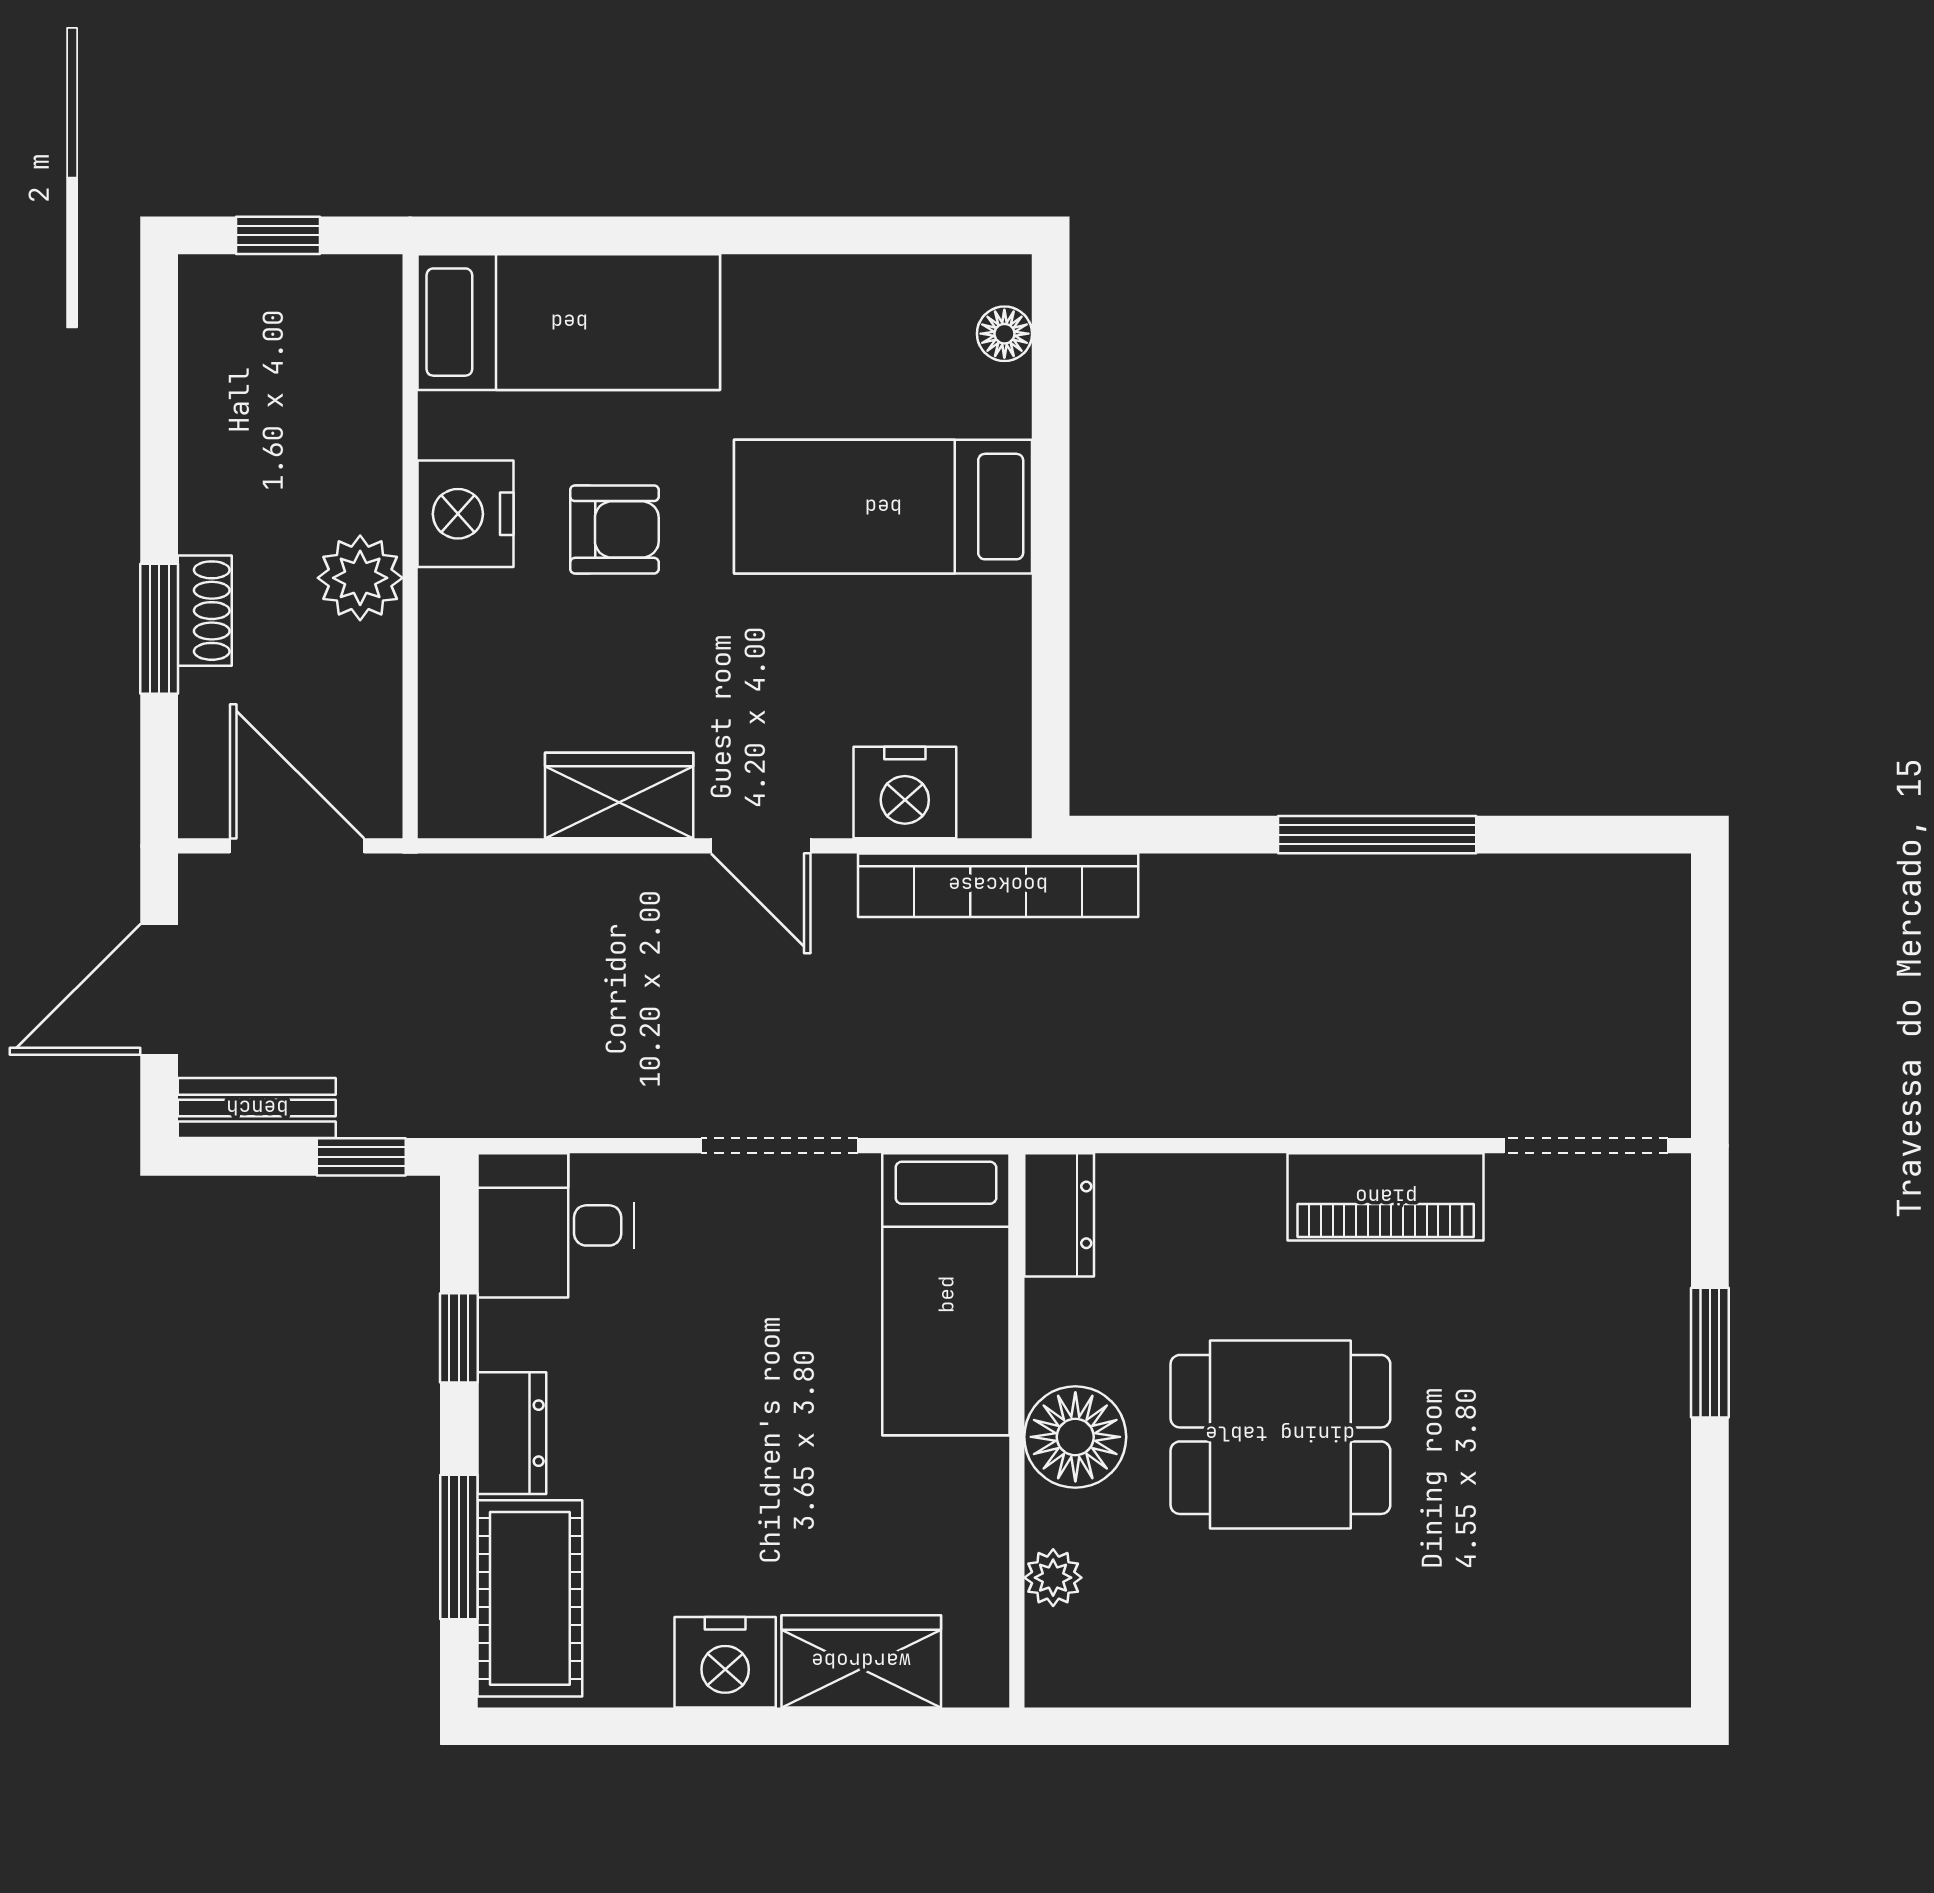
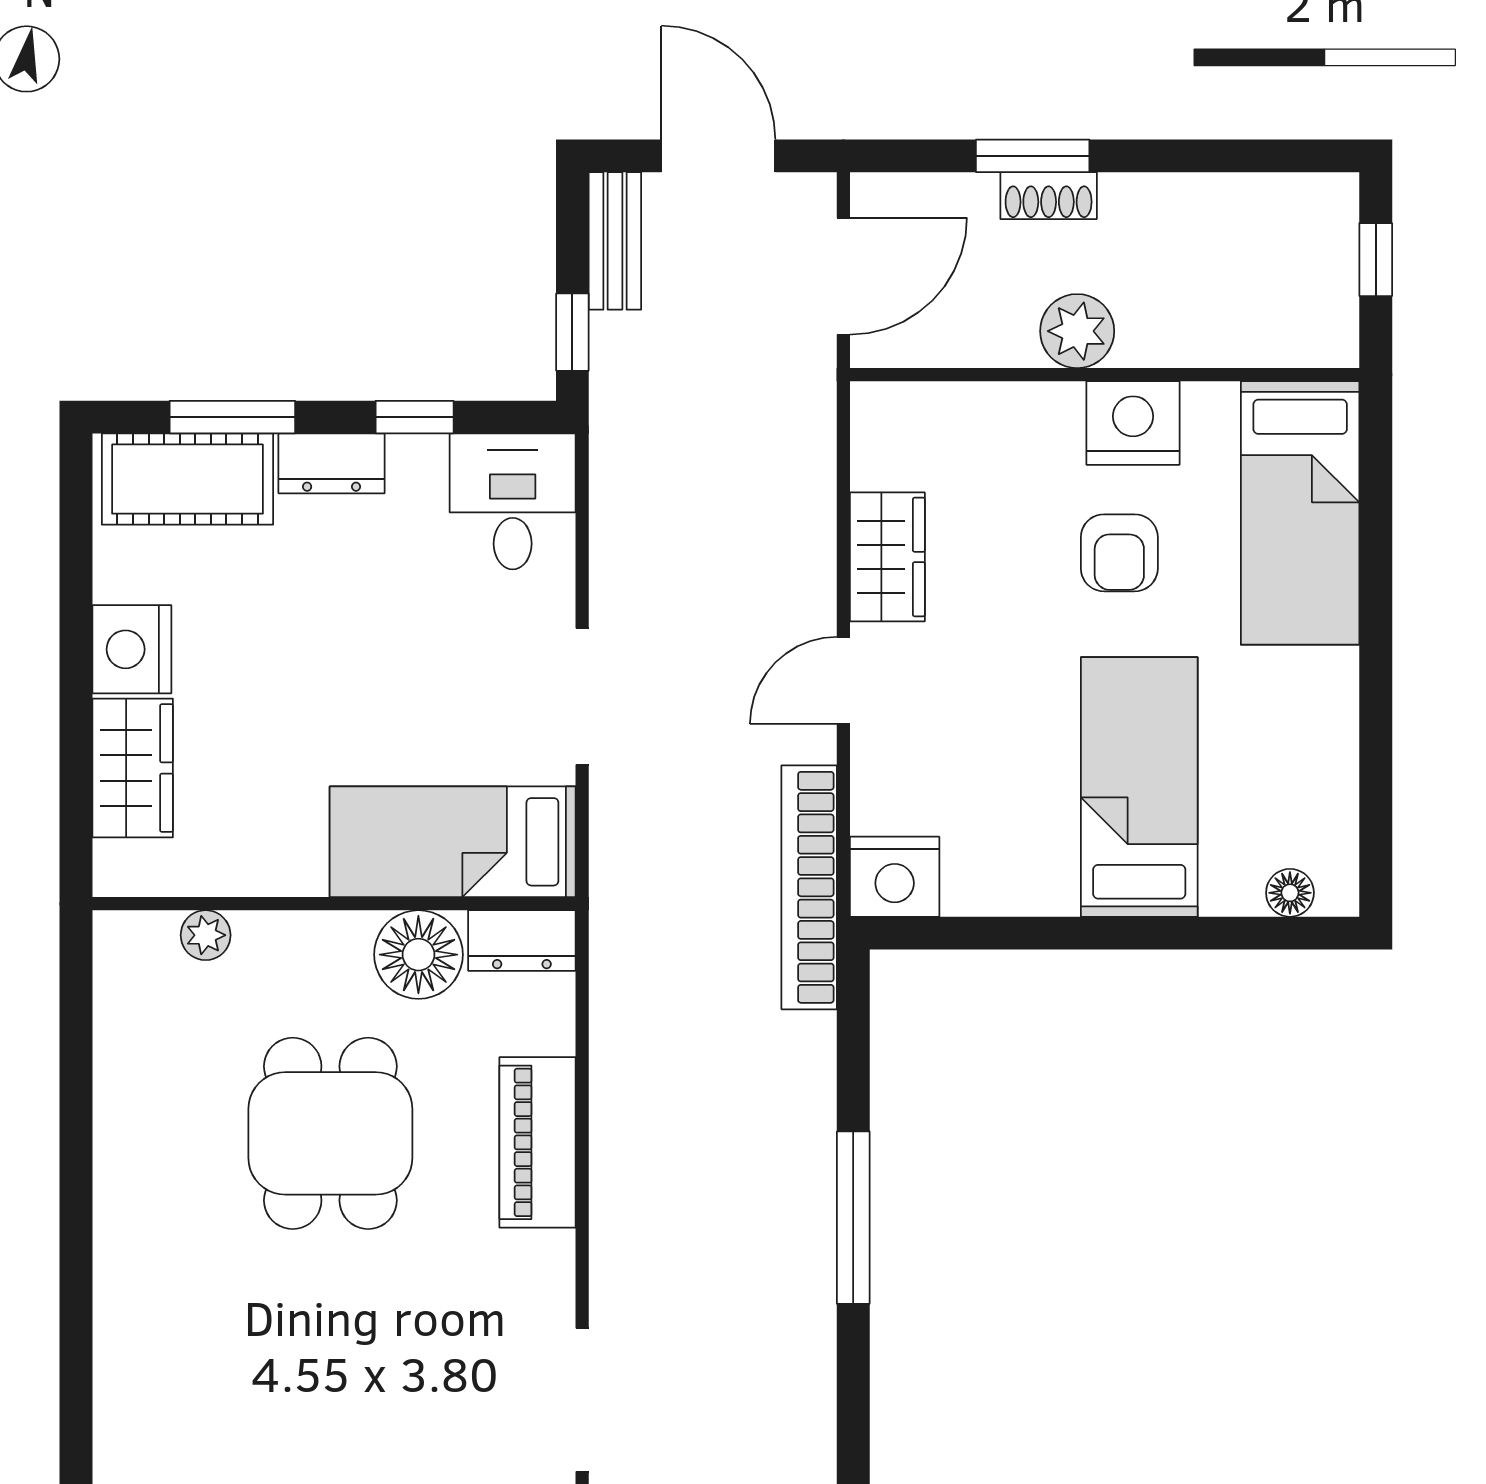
nightstand: (905, 793) -> (895, 877), moved, turned -90
piano: (1386, 1197) -> (538, 1142), moved
floor lamp: (1075, 1437) -> (418, 955), moved

